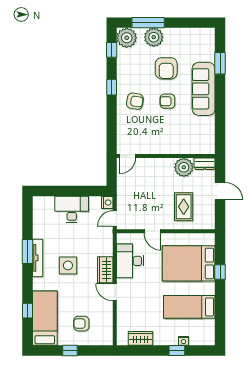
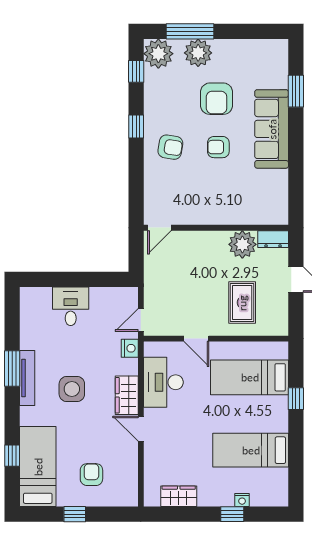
nightstand: (107, 202) -> (130, 348), moved
desk: (72, 209) -> (71, 306), width x0.73
bed: (189, 263) -> (250, 377), width x0.67
armchair: (81, 324) -> (91, 475), turned 90

